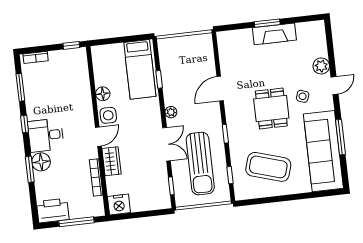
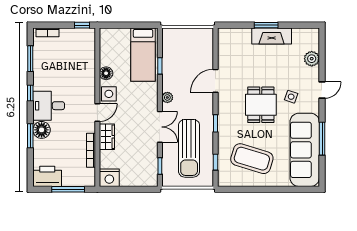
plant: (321, 66) -> (312, 59), moved

